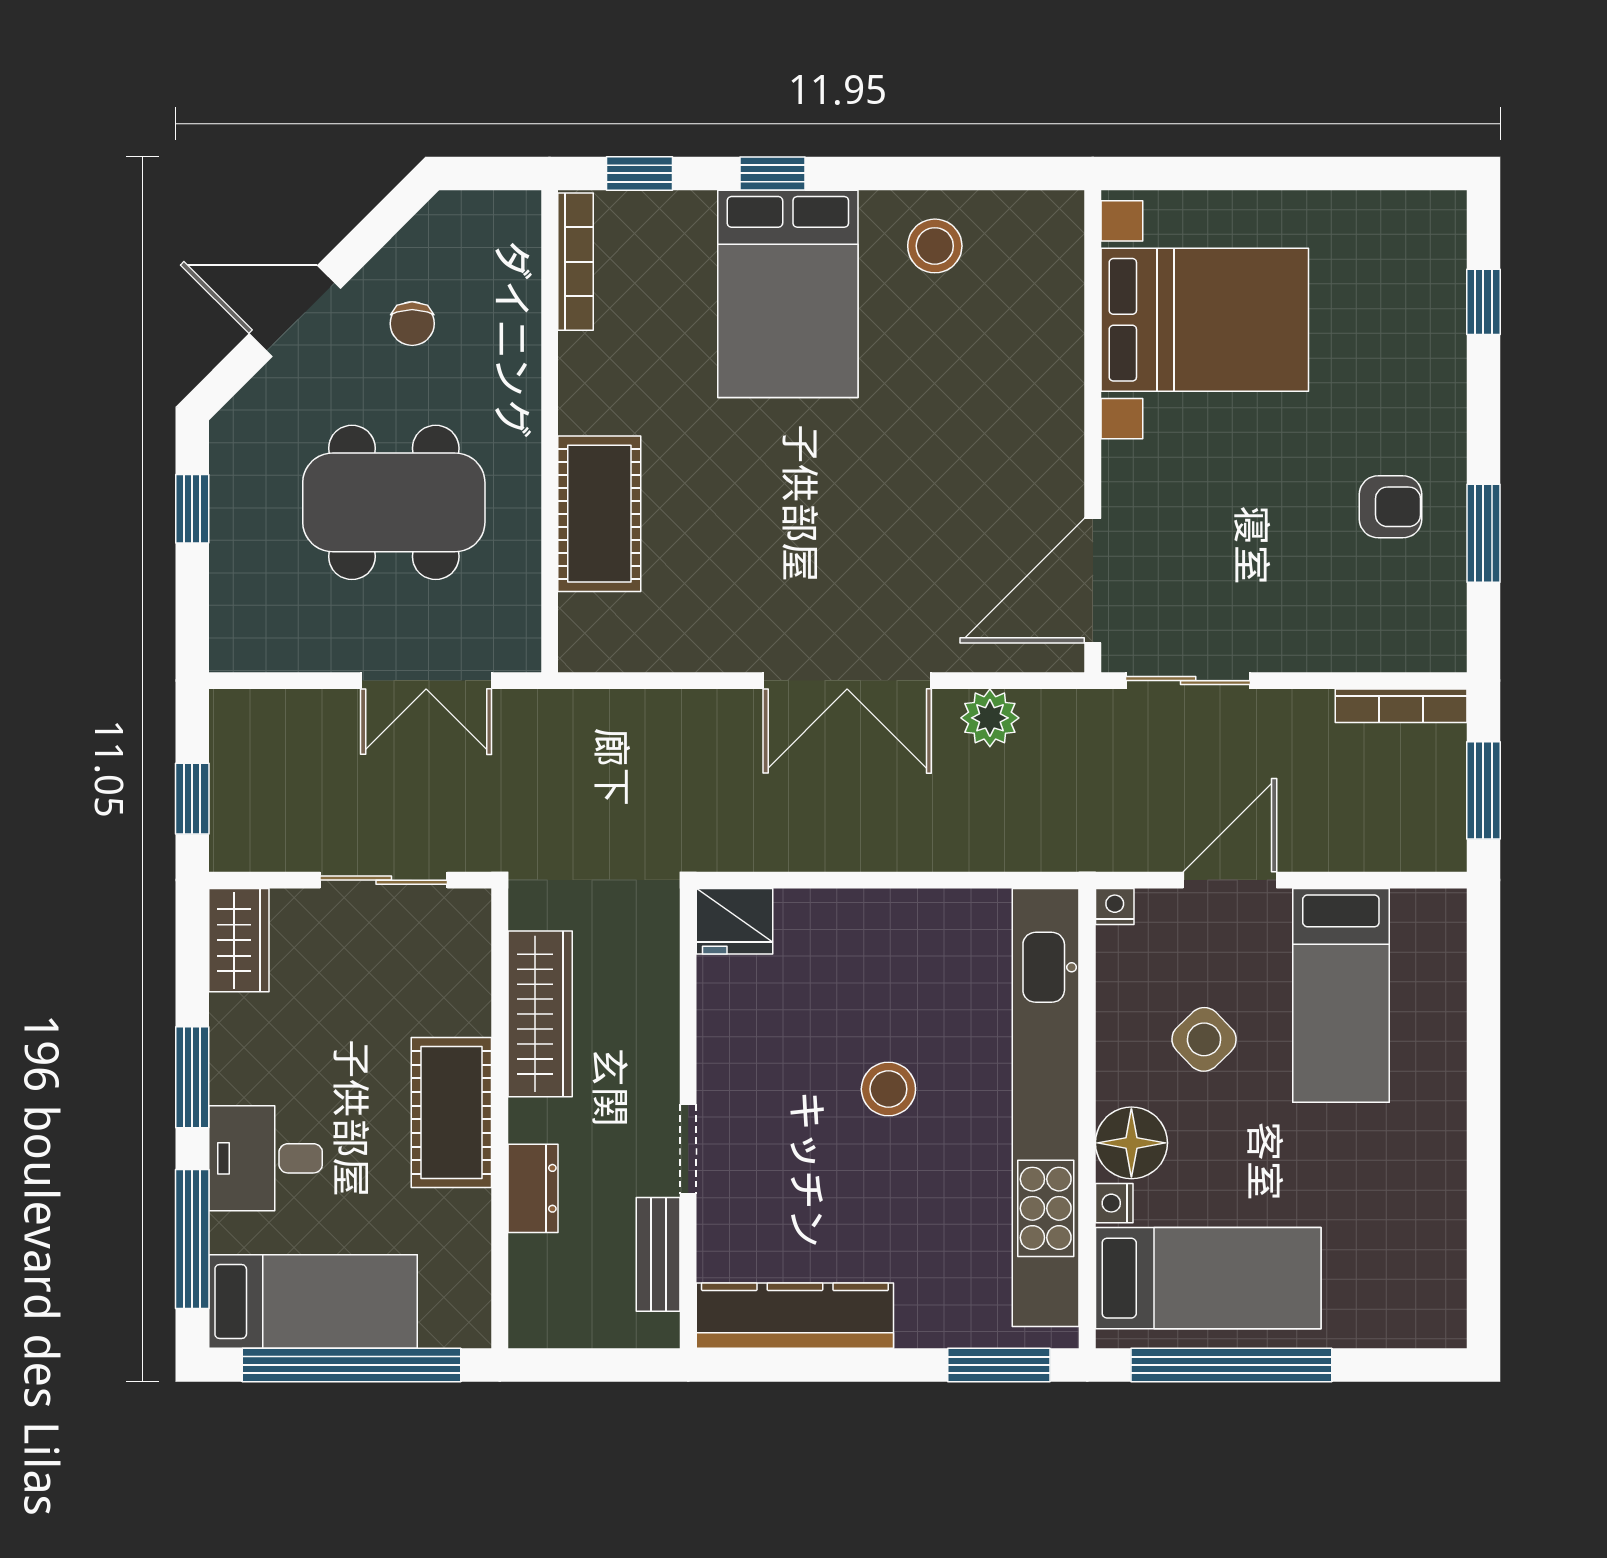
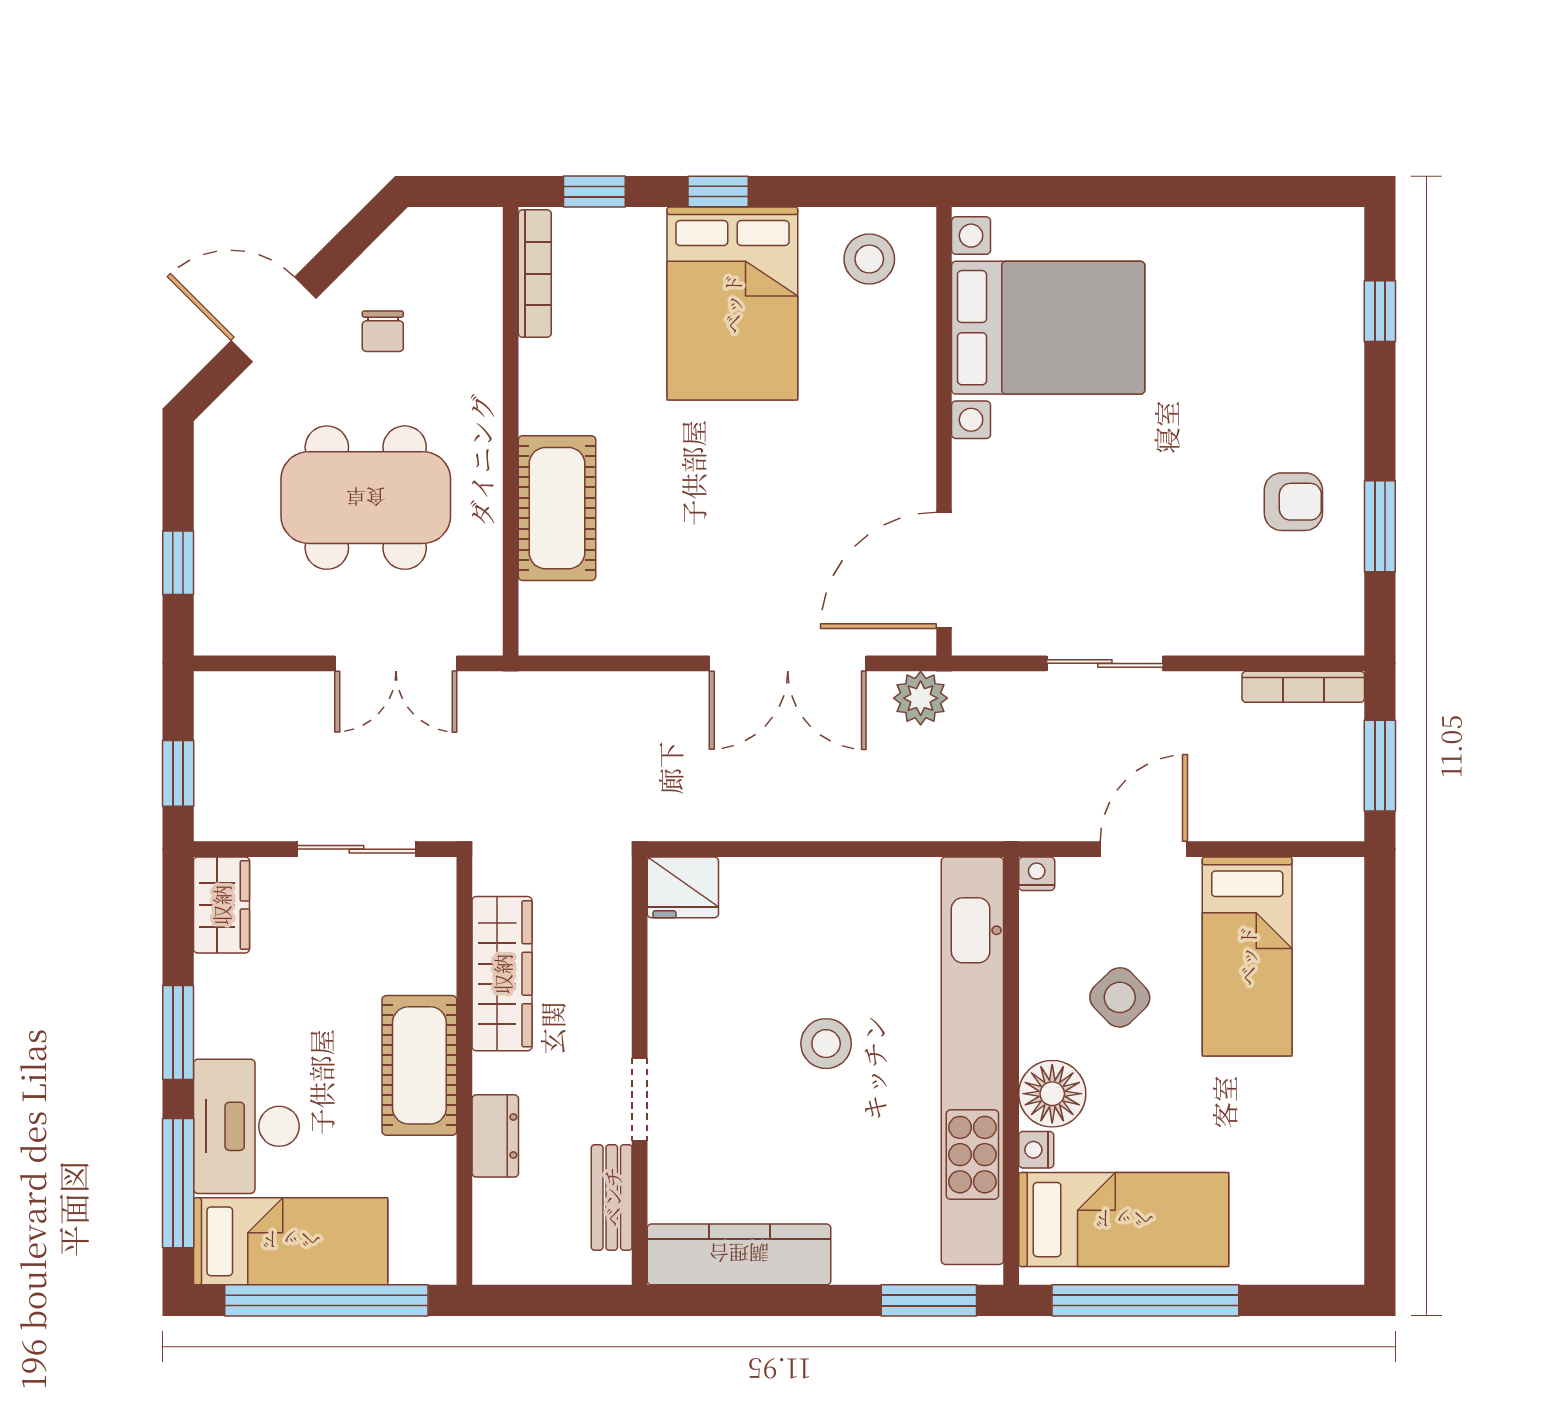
bed with nightstands: (1205, 320) -> (1048, 328), moved
wall: (1093, 431) -> (944, 431), moved
window: (192, 509) -> (178, 563), moved
door: (1093, 581) -> (944, 570), moved
desk: (266, 1158) -> (246, 1126), width x1.37

